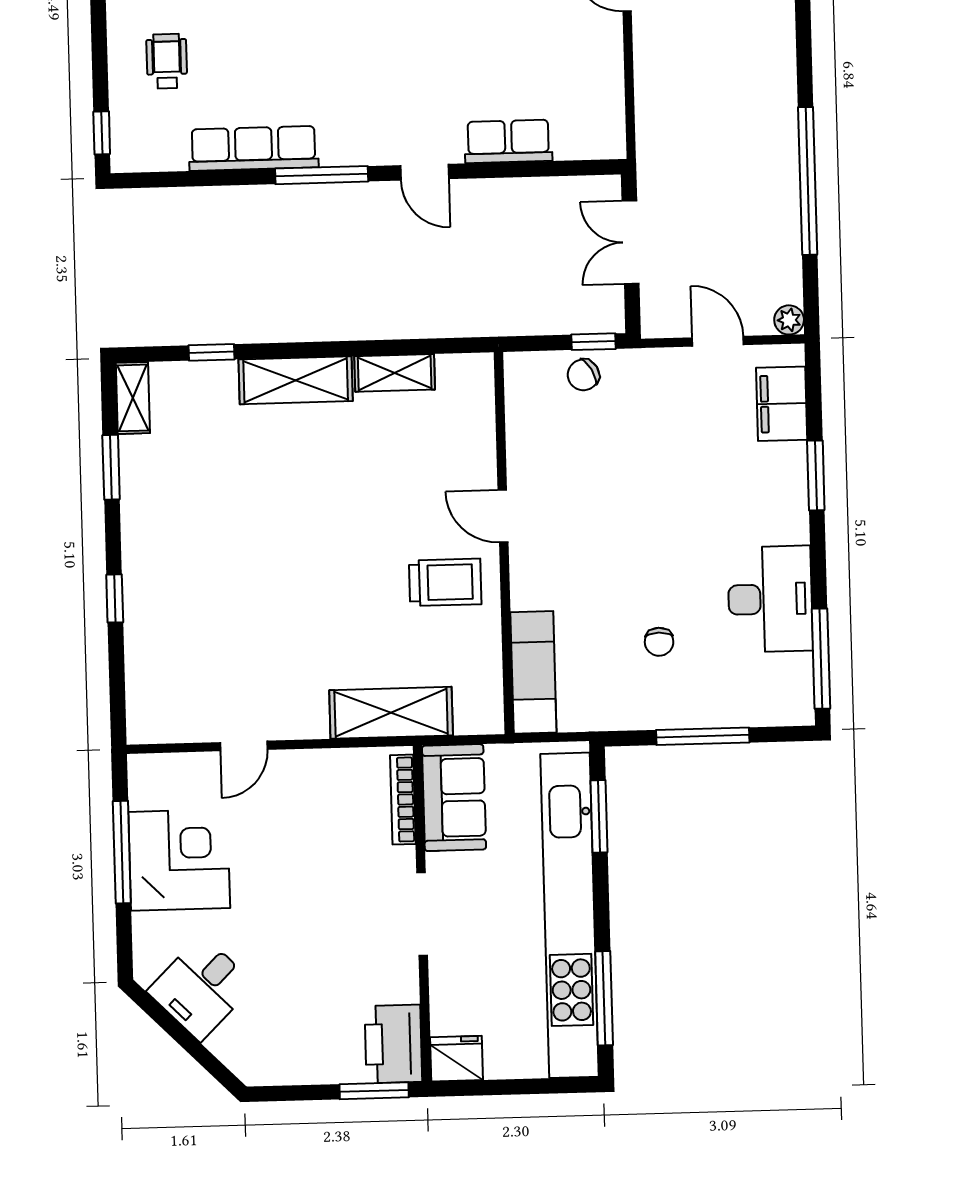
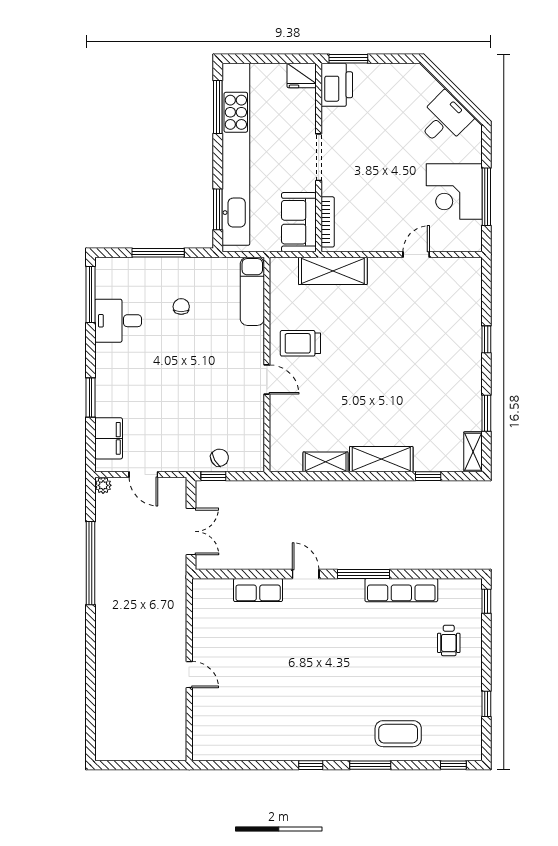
desk: (770, 599) -> (118, 321), width x0.73

